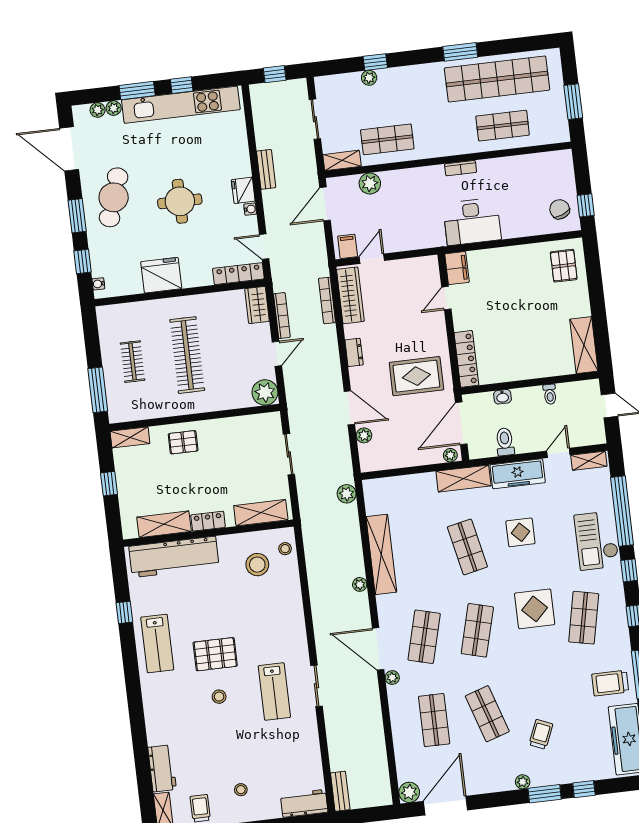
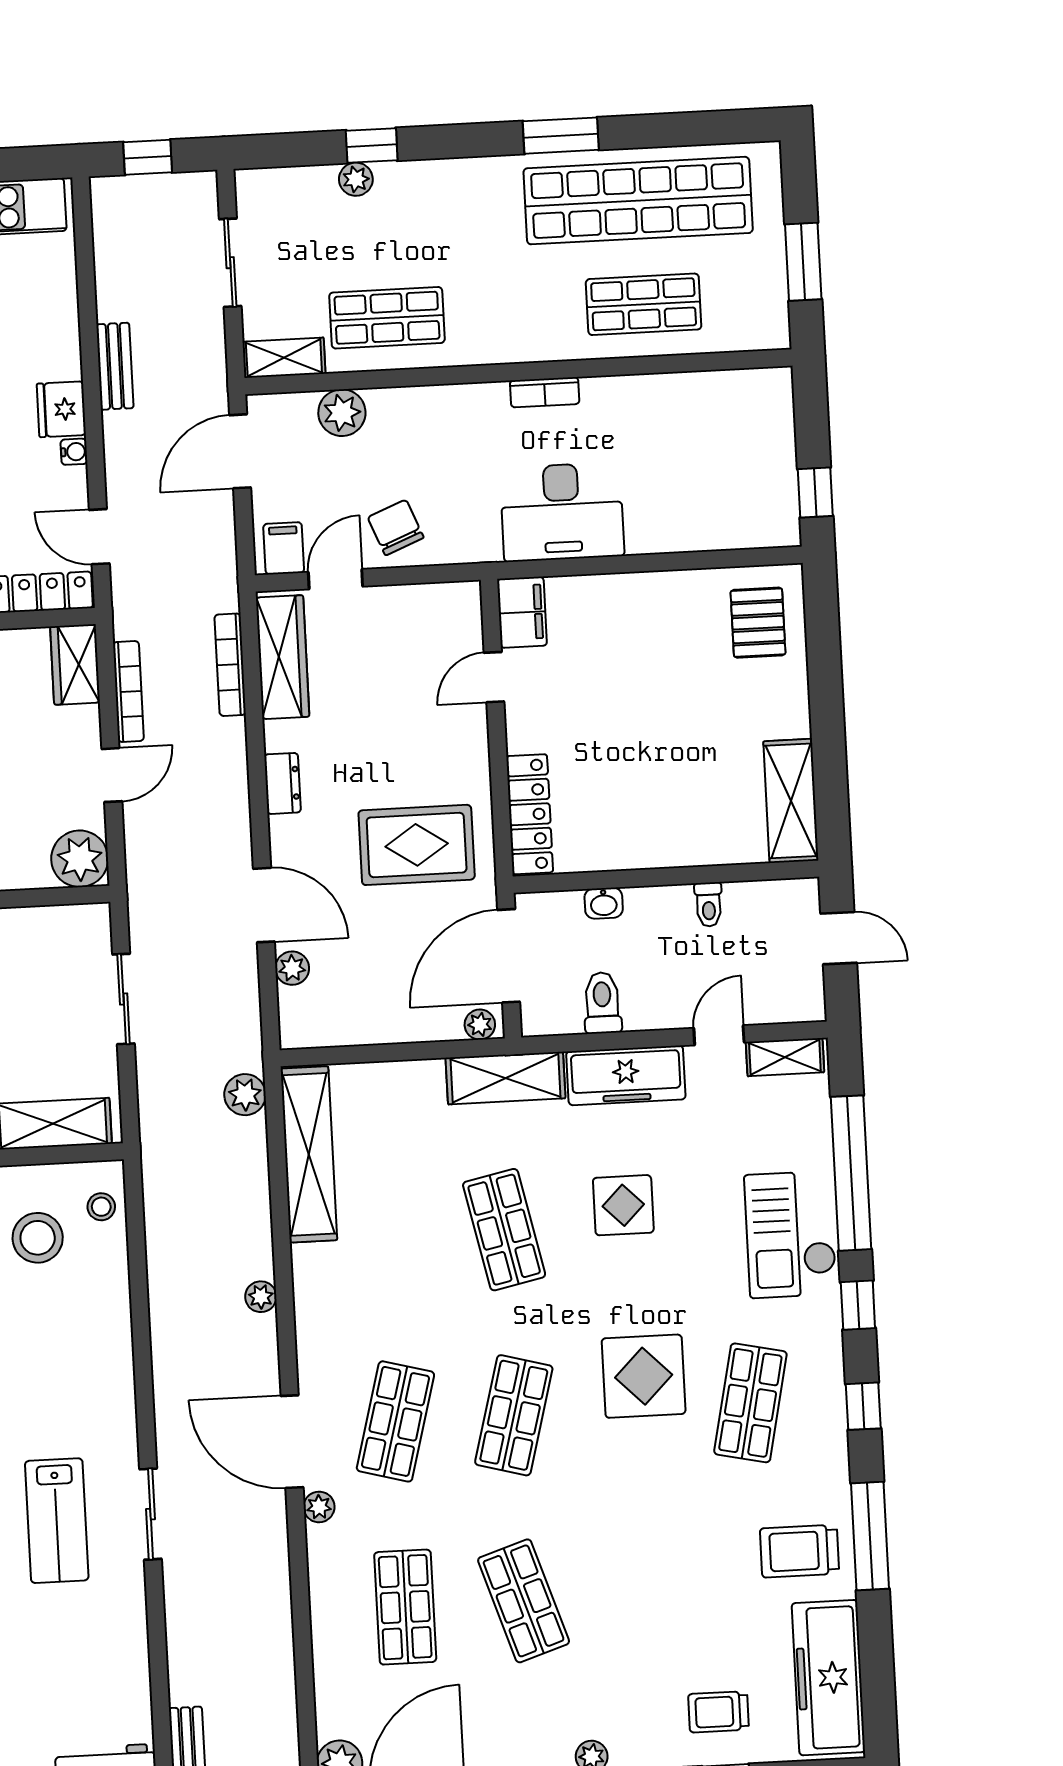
chair: (560, 209) -> (396, 528), moved
shelving: (381, 554) -> (309, 1154), moved
trolley: (541, 734) -> (718, 1712), moved, turned -113

